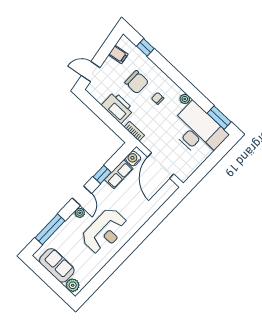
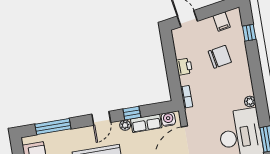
chair: (137, 82) -> (220, 57), turned -100
chair: (158, 98) -> (227, 84), removed
printer: (118, 107) -> (184, 67), width x0.53, depth x0.68
plant: (80, 213) -> (125, 125), moved

